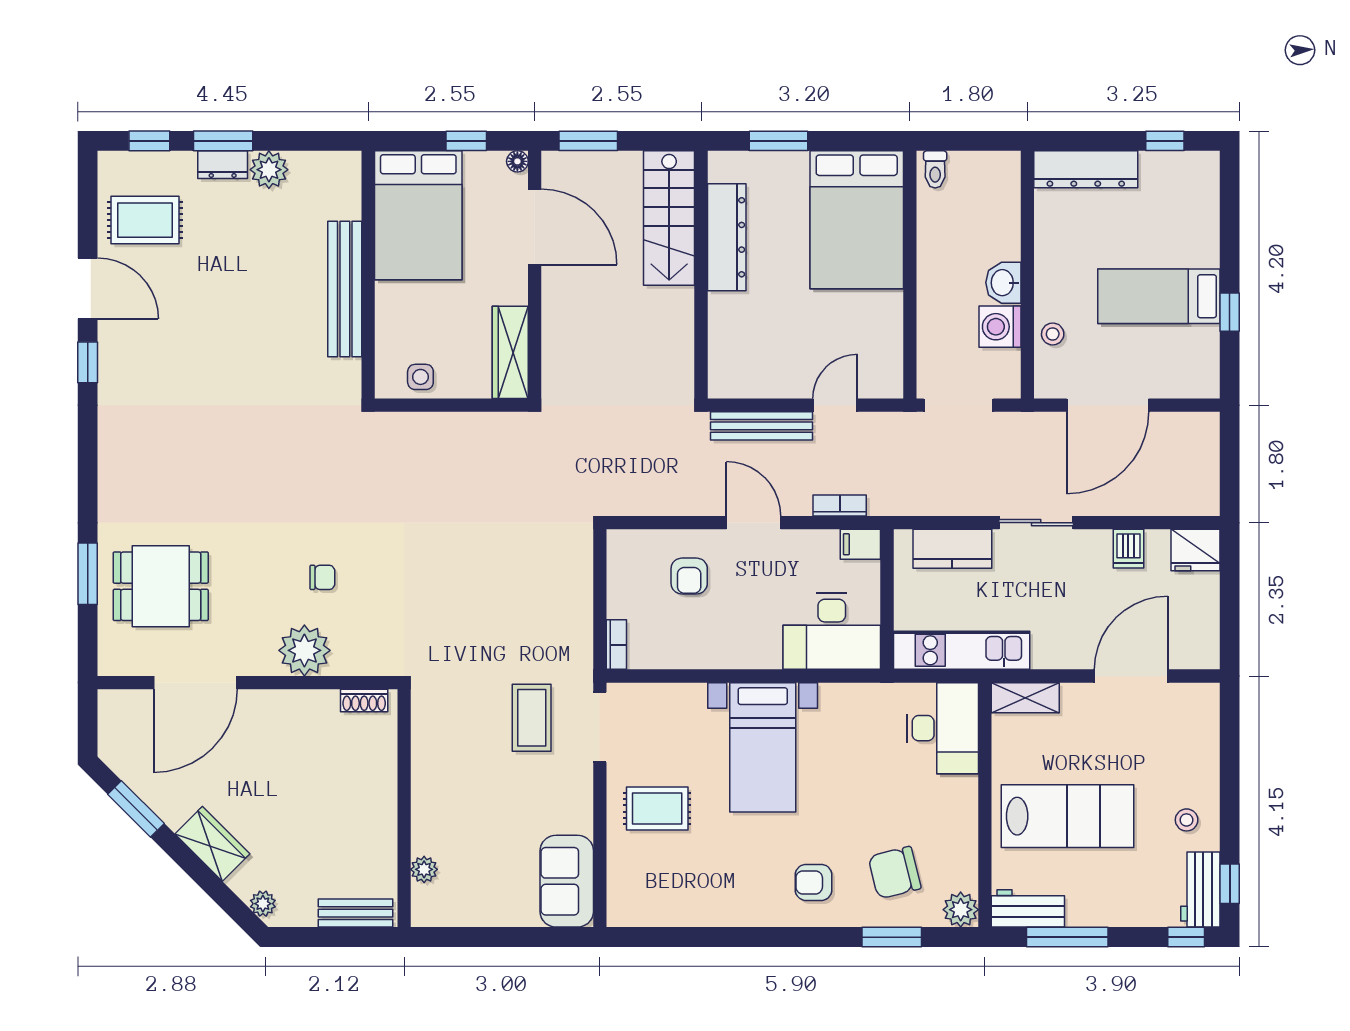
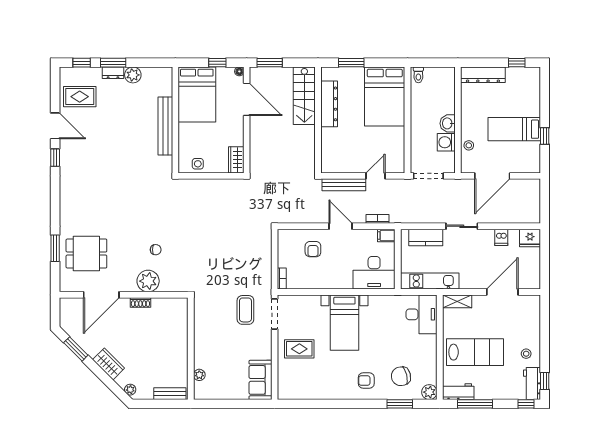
wardrobe: (510, 352) -> (236, 160), width x0.67
shoe rack: (364, 701) -> (140, 302), moved

